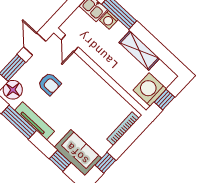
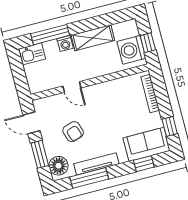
washing machine: (109, 20) -> (65, 44), moved
door: (70, 43) -> (72, 87), moved
armchair: (49, 84) -> (73, 132), turned 72

